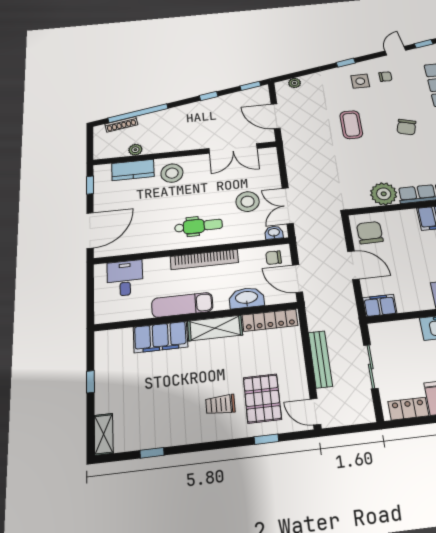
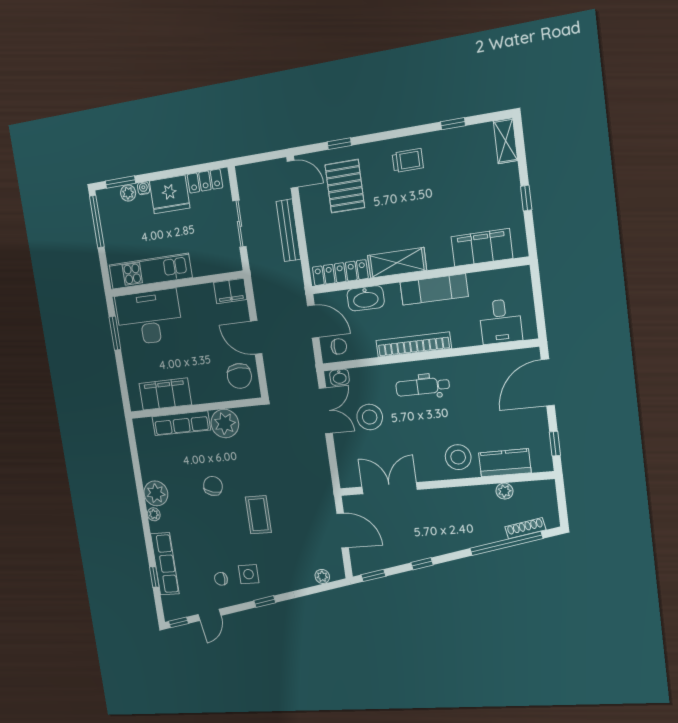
chair: (406, 127) -> (213, 486), moved
filing cabinet: (160, 337) -> (482, 247), moved
trolley: (220, 405) -> (408, 161), moved

